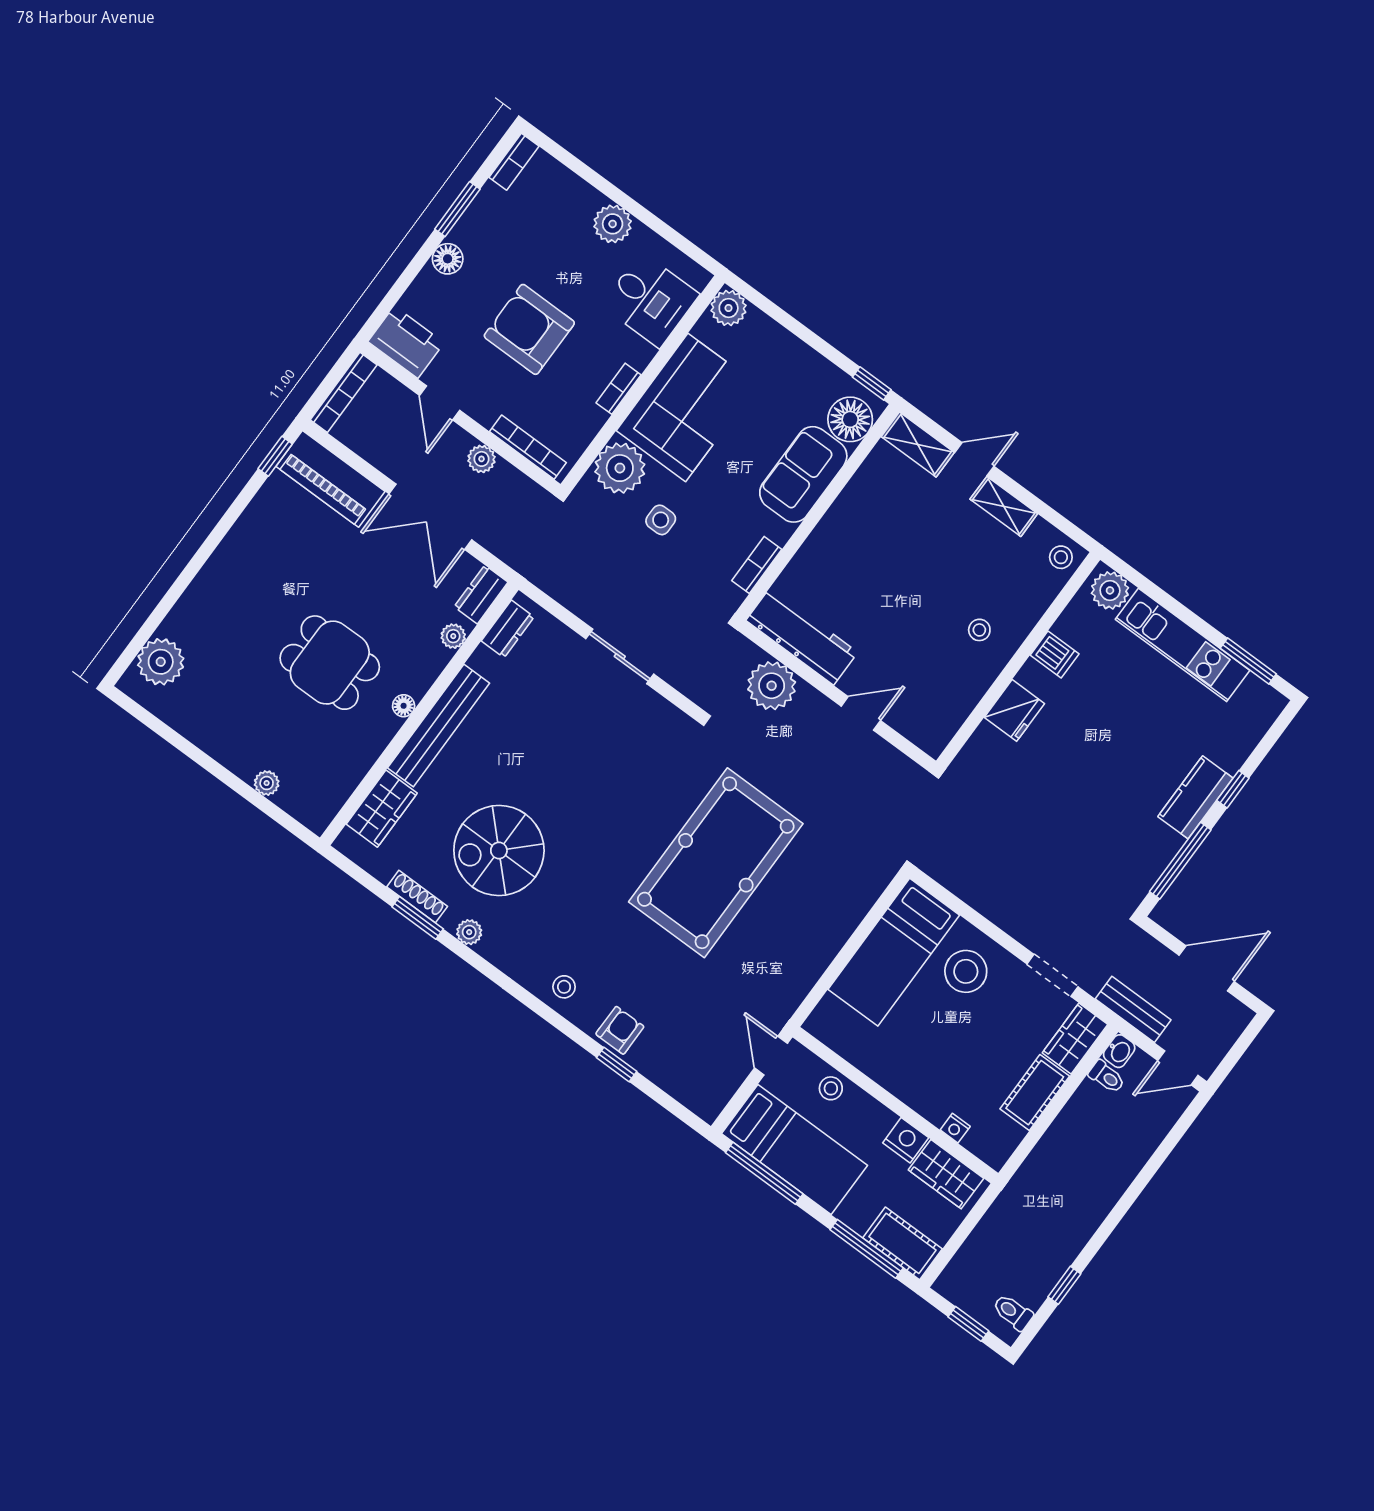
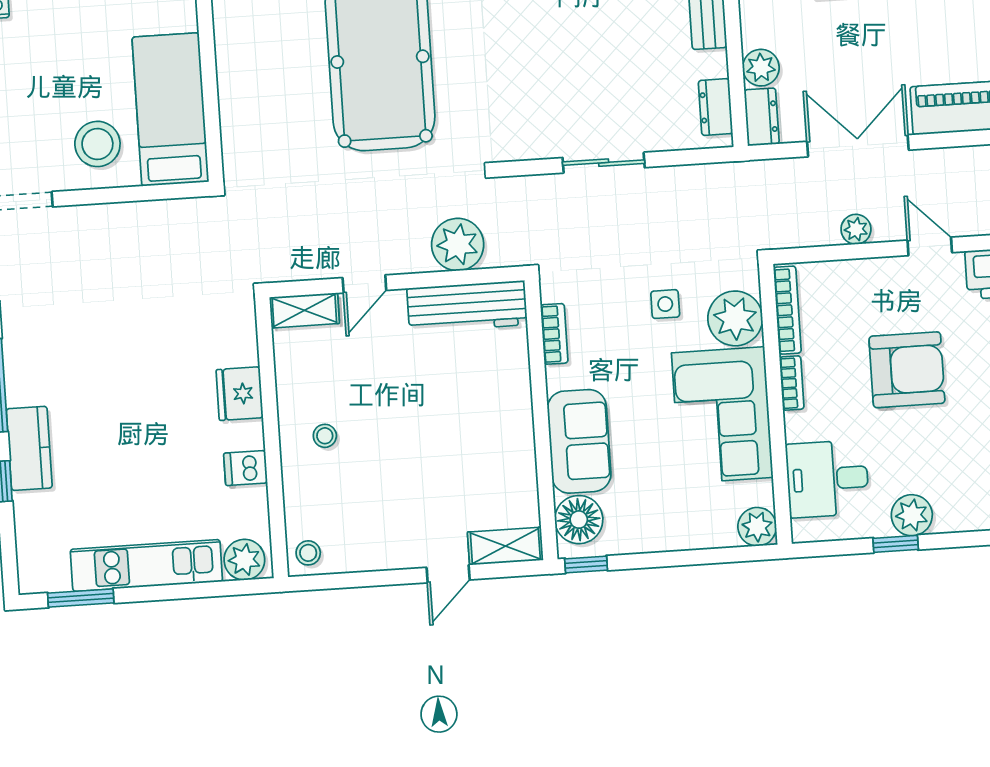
window: (641, 213) -> (896, 544), added
bookcase: (528, 447) -> (787, 310), moved, turned -90
shelving: (1004, 506) -> (304, 310), moved
plant: (453, 636) -> (761, 68), width x1.38, depth x1.38

